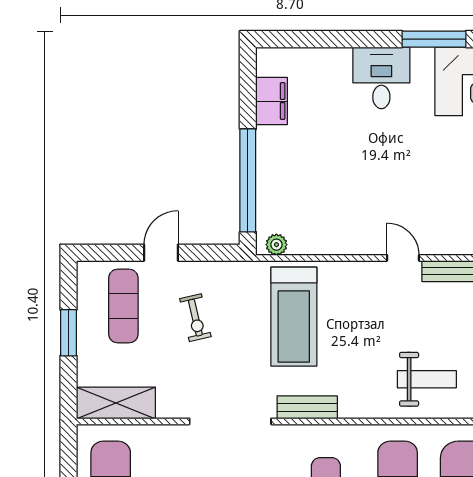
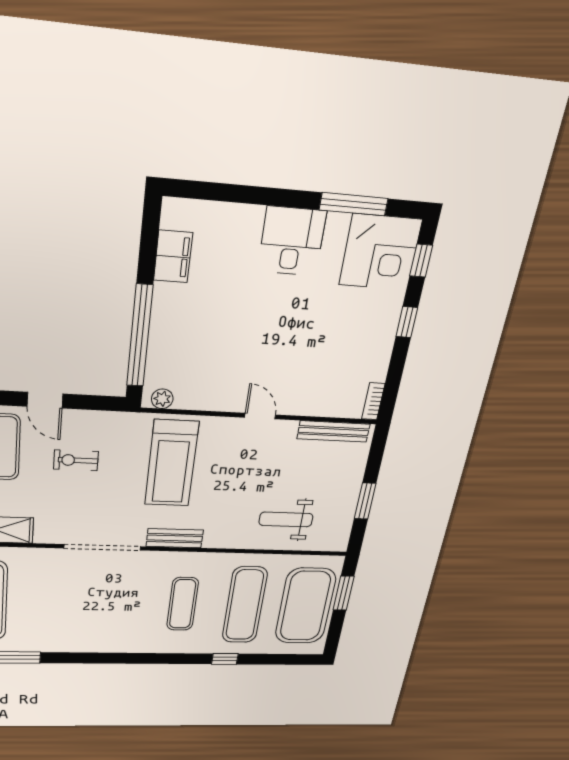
door: (161, 253) -> (45, 400), swing flipped
door: (403, 258) -> (260, 416), moved
exercise bike: (195, 318) -> (76, 460), turned 103
weight bench: (427, 379) -> (286, 519), turned 180

